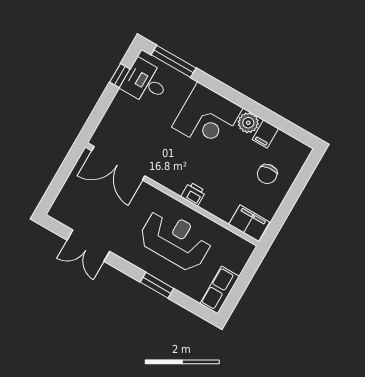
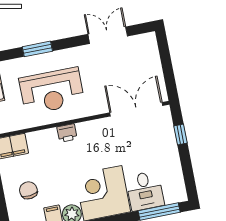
window: (120, 75) -> (180, 135), moved
desk: (145, 82) -> (145, 191), moved, turned 90

